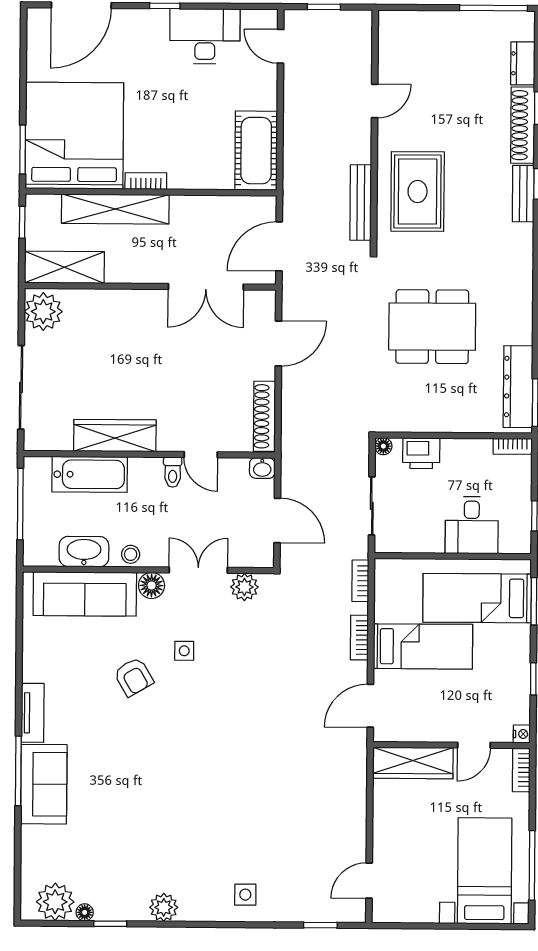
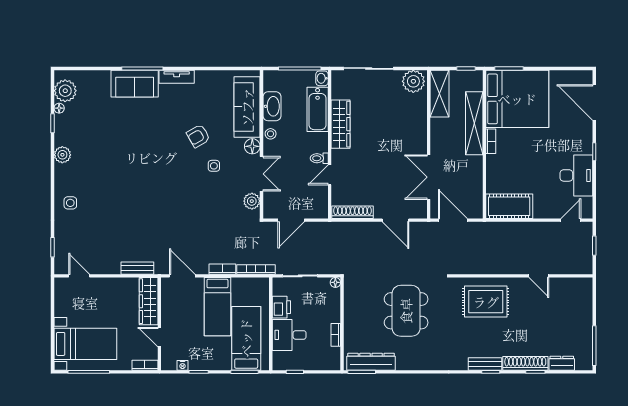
bench: (361, 203) -> (137, 268), moved, width x0.73
bookcase: (513, 446) -> (336, 335), moved
printer: (421, 453) -> (281, 307), moved, turned 180
washbasin: (262, 468) -> (322, 78), moved
bookcase: (360, 581) -> (256, 269), width x1.56
nightstand: (522, 734) -> (182, 365), moved

